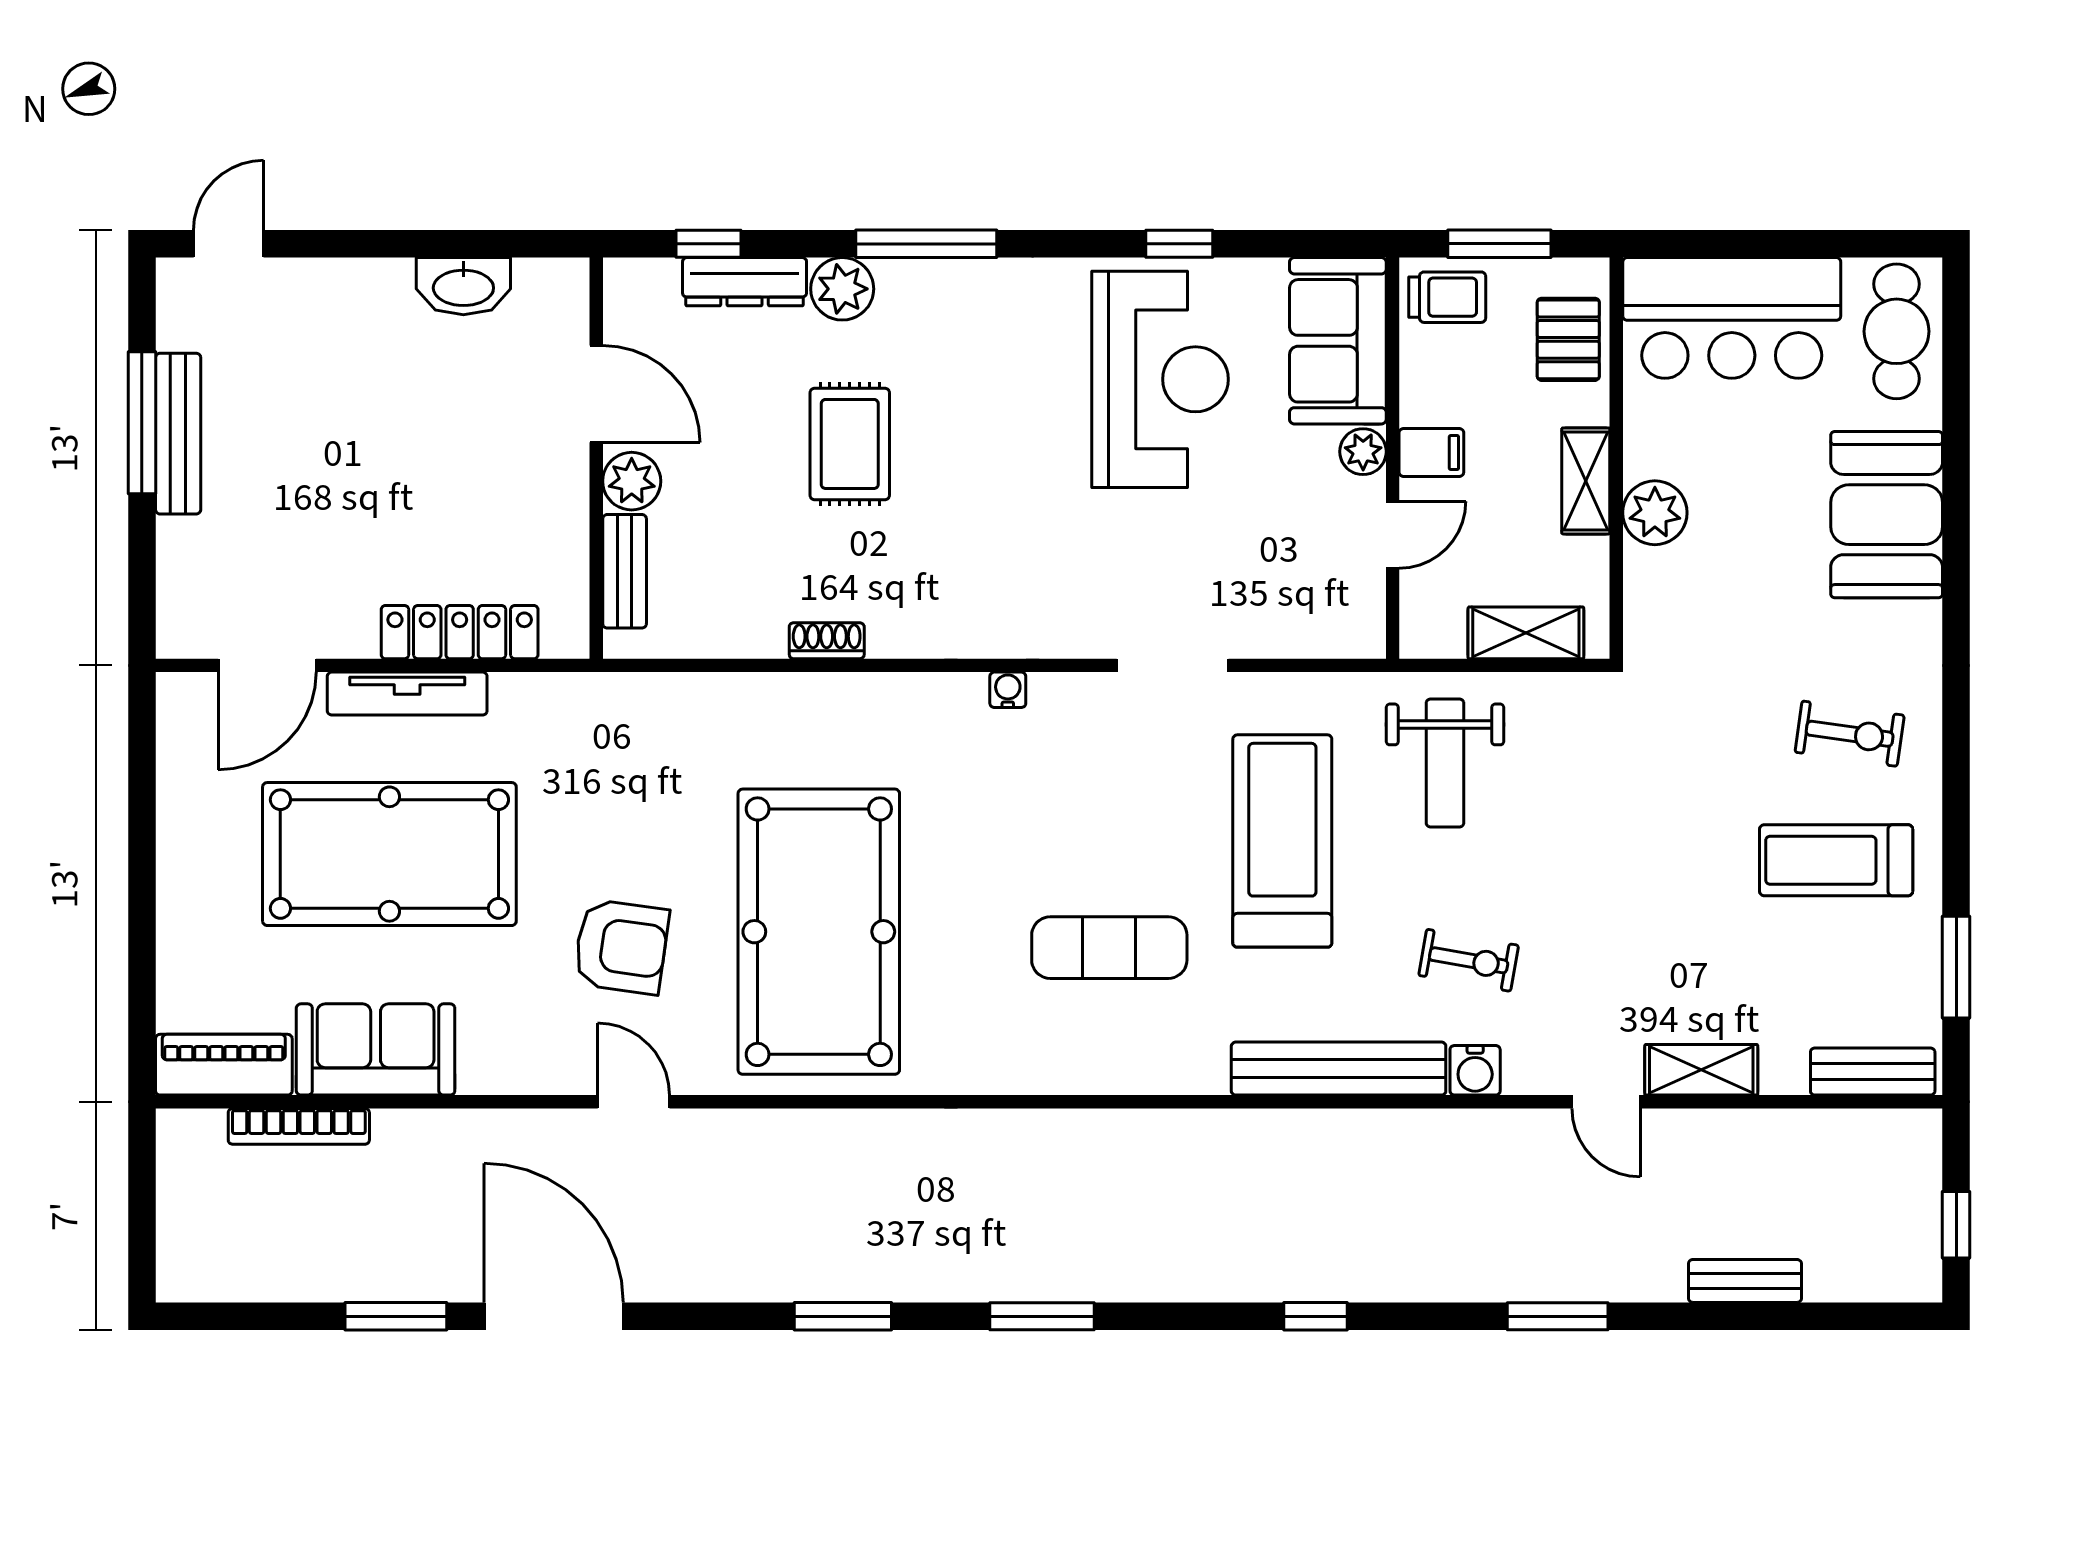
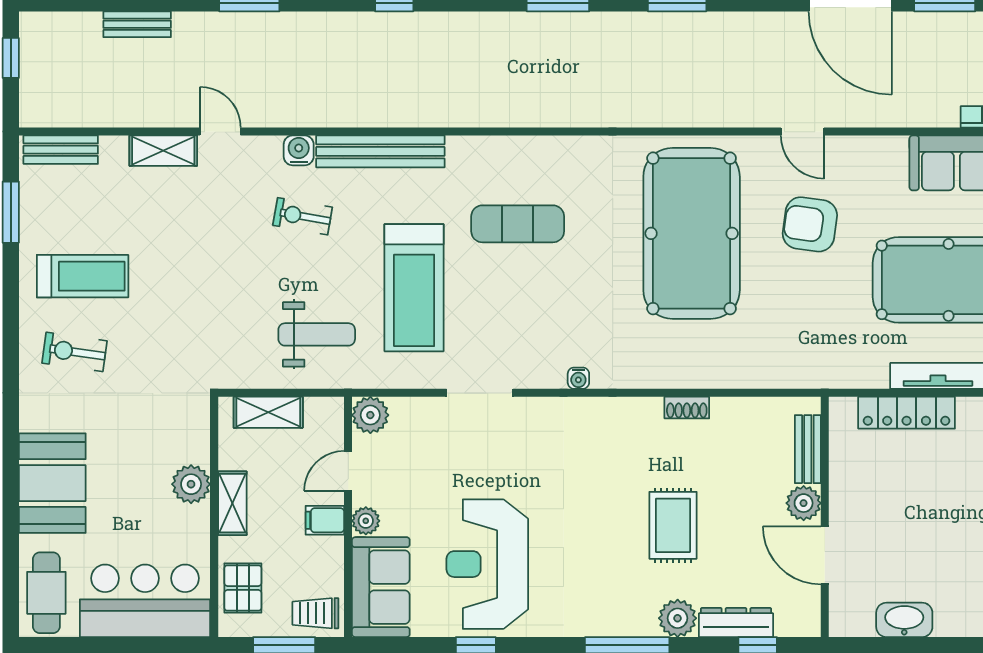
plant: (1355, 628) -> (370, 415), added
weight bench: (1445, 763) -> (317, 334), turned 90

